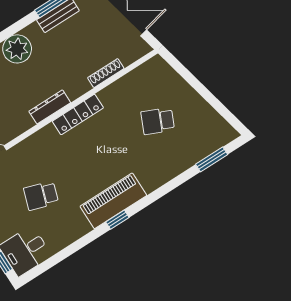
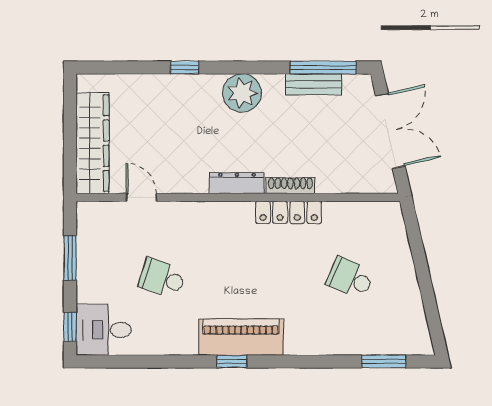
shoe rack: (106, 73) -> (290, 185), moved
locker: (78, 115) -> (289, 212), moved

